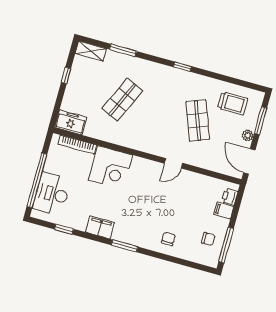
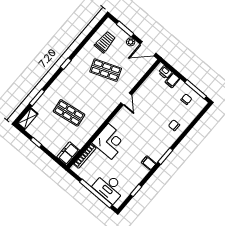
shop shelf: (122, 100) -> (69, 113), turned -33
filing cabinet: (100, 227) -> (149, 163), width x0.50

